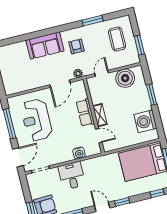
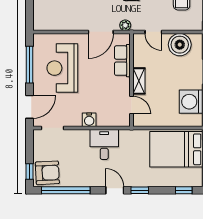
door: (102, 73) -> (153, 32), swing flipped
row of seats: (85, 113) -> (122, 61), moved
water cooler: (79, 153) -> (89, 120), moved
desk: (72, 176) -> (104, 144), moved

